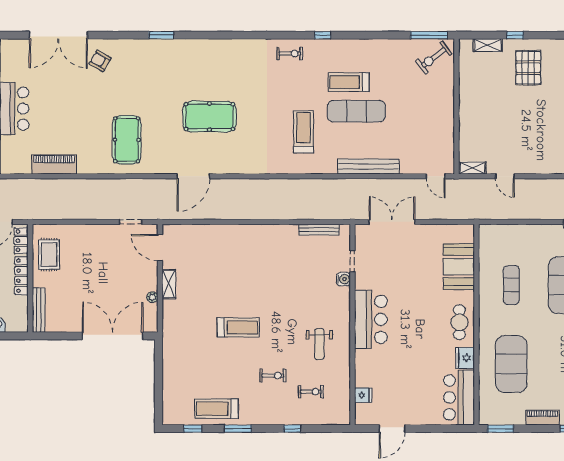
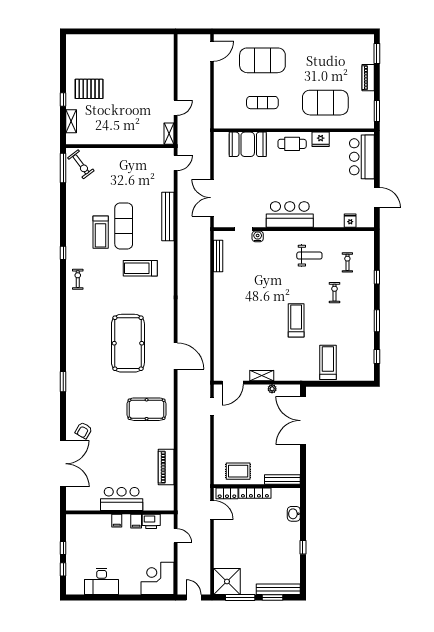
pool table: (209, 117) -> (128, 343), width x1.36, depth x1.32
bar counter: (459, 397) -> (362, 157), moved, turned 90
treadmill: (216, 409) -> (328, 362), moved, turned 180

